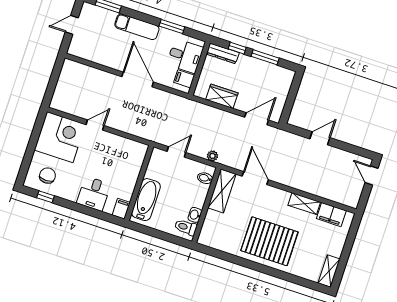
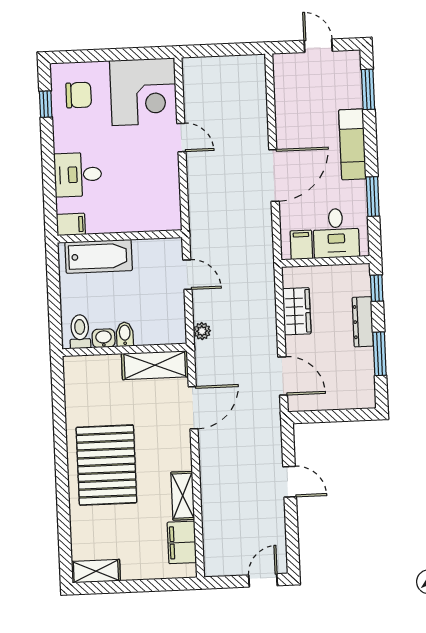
window: (237, 48) -> (377, 288), moved
dresser: (223, 53) -> (363, 322), moved
bidet: (205, 178) -> (125, 334), moved

